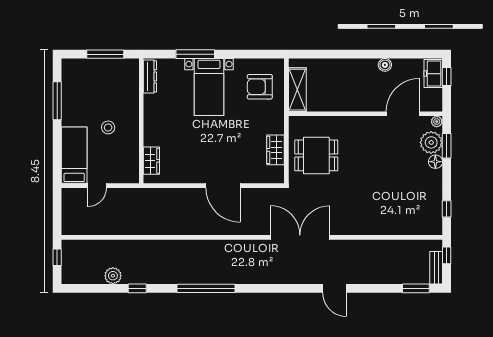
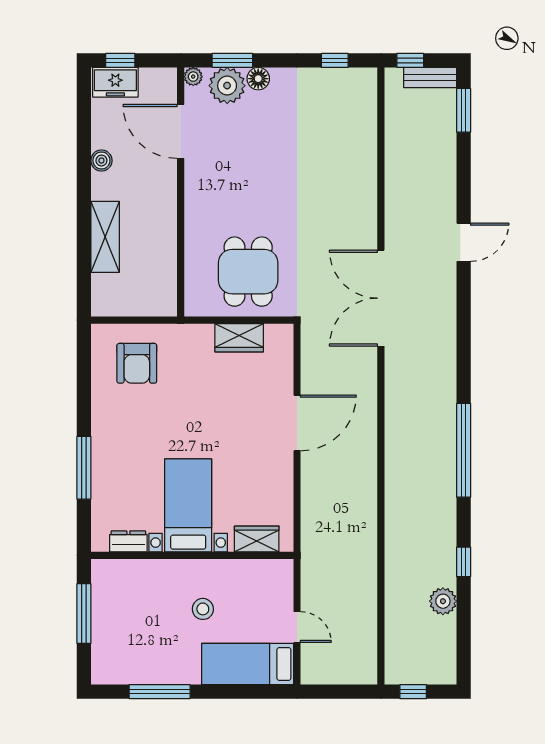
dresser: (150, 76) -> (128, 541), width x0.70
bed with nightstands: (209, 87) -> (188, 505), moved, turned -90
shelving: (297, 90) -> (105, 237), moved, turned 90

